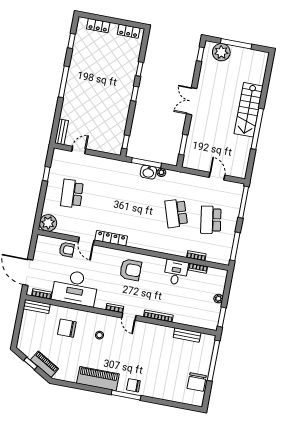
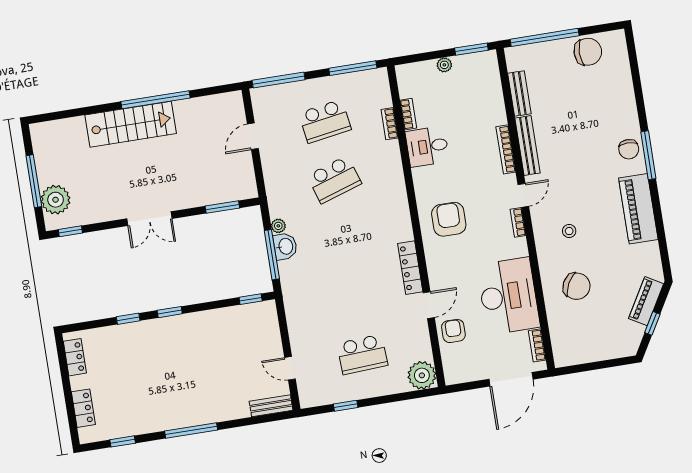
bench: (37, 306) -> (527, 146), moved, width x1.36
chair: (67, 328) -> (577, 286), turned -62

